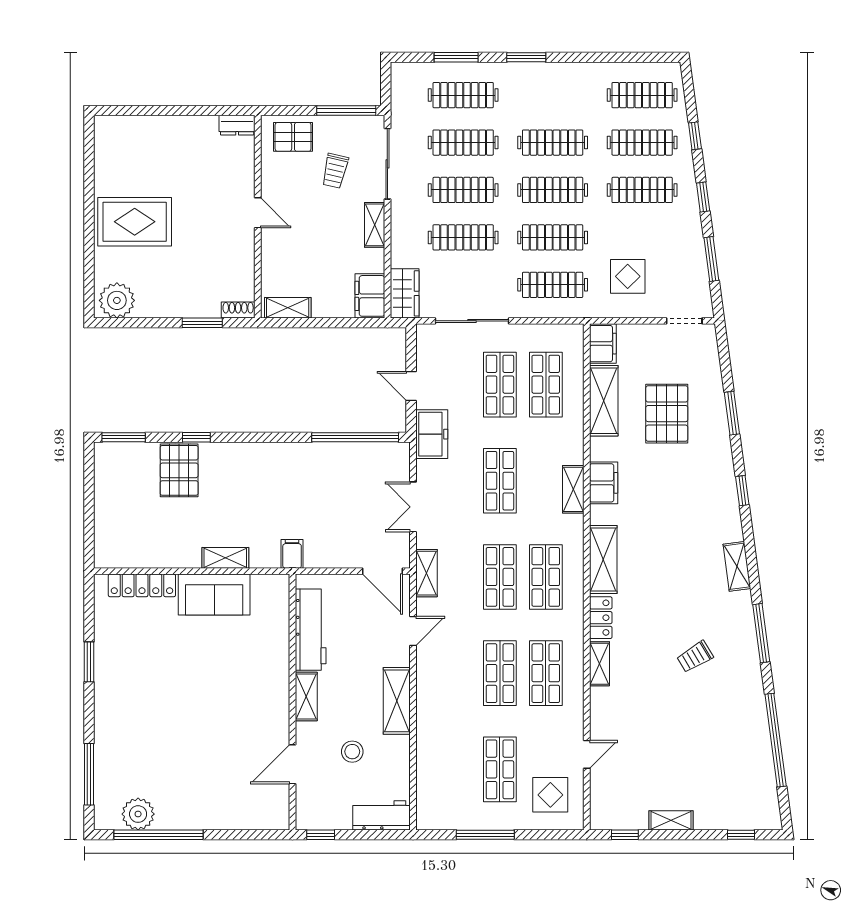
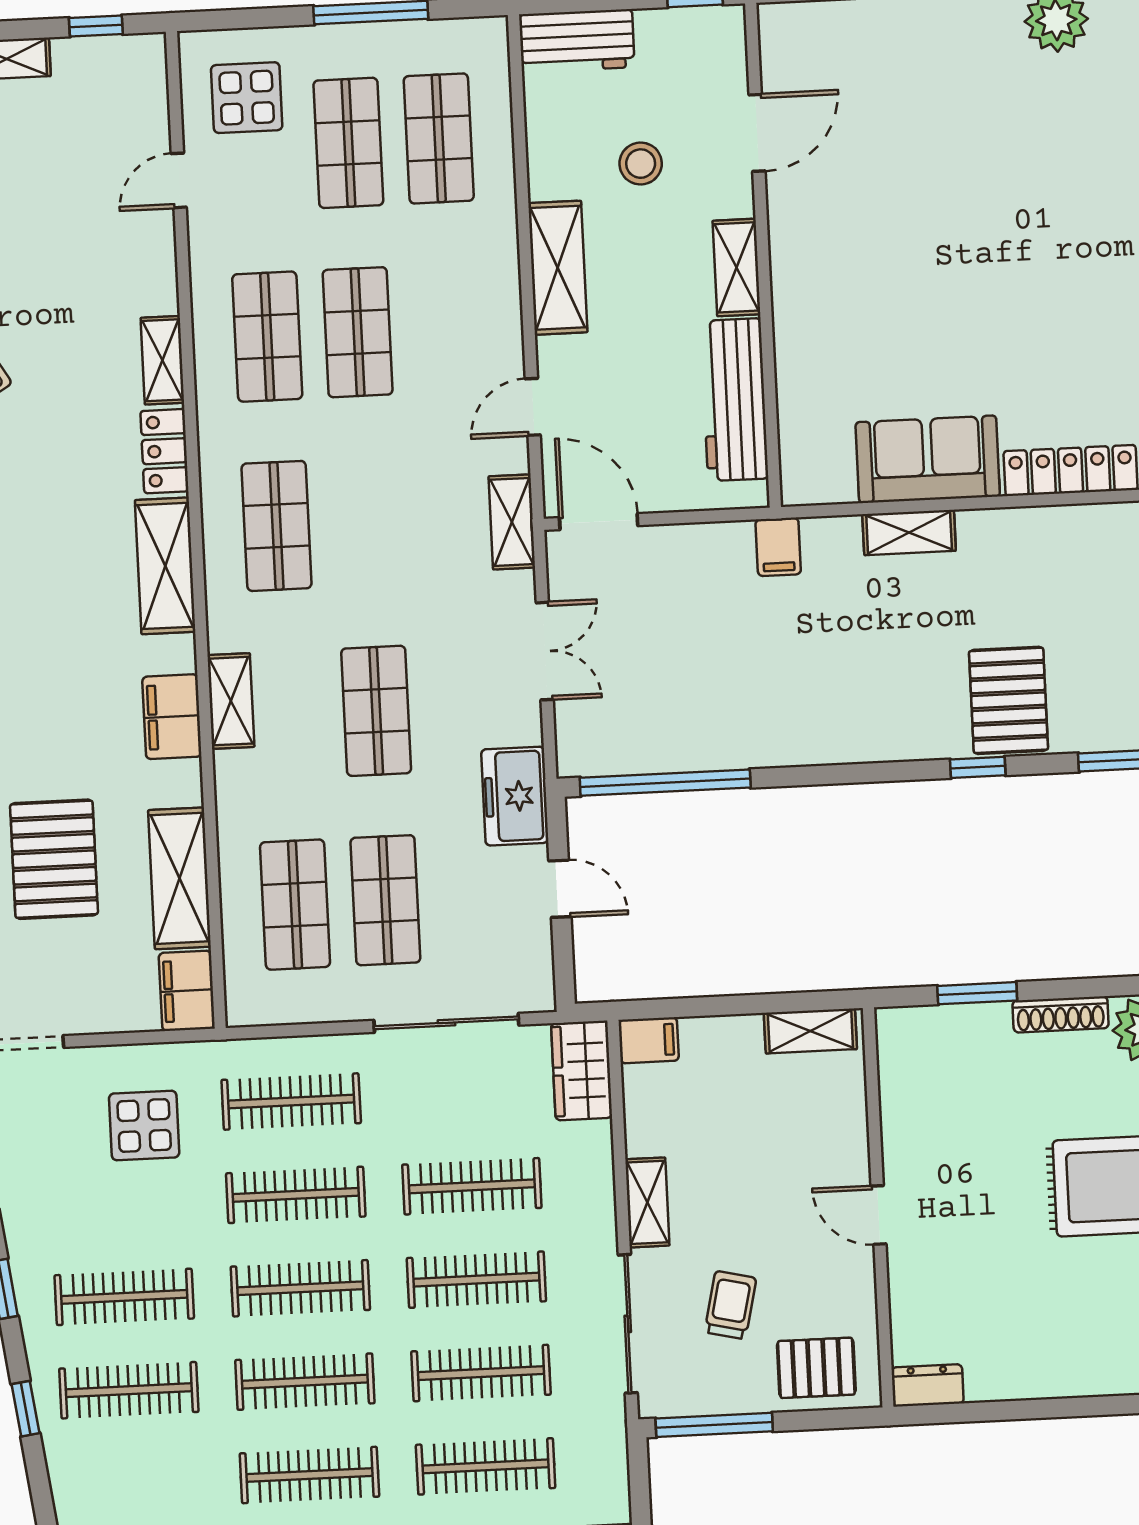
clothes rail: (642, 95) -> (309, 1475), moved
filing cabinet: (370, 296) -> (649, 1040), width x0.50
shoe rack: (238, 310) -> (1061, 1014), moved, width x1.43
shop shelf: (500, 577) -> (439, 138), moved

